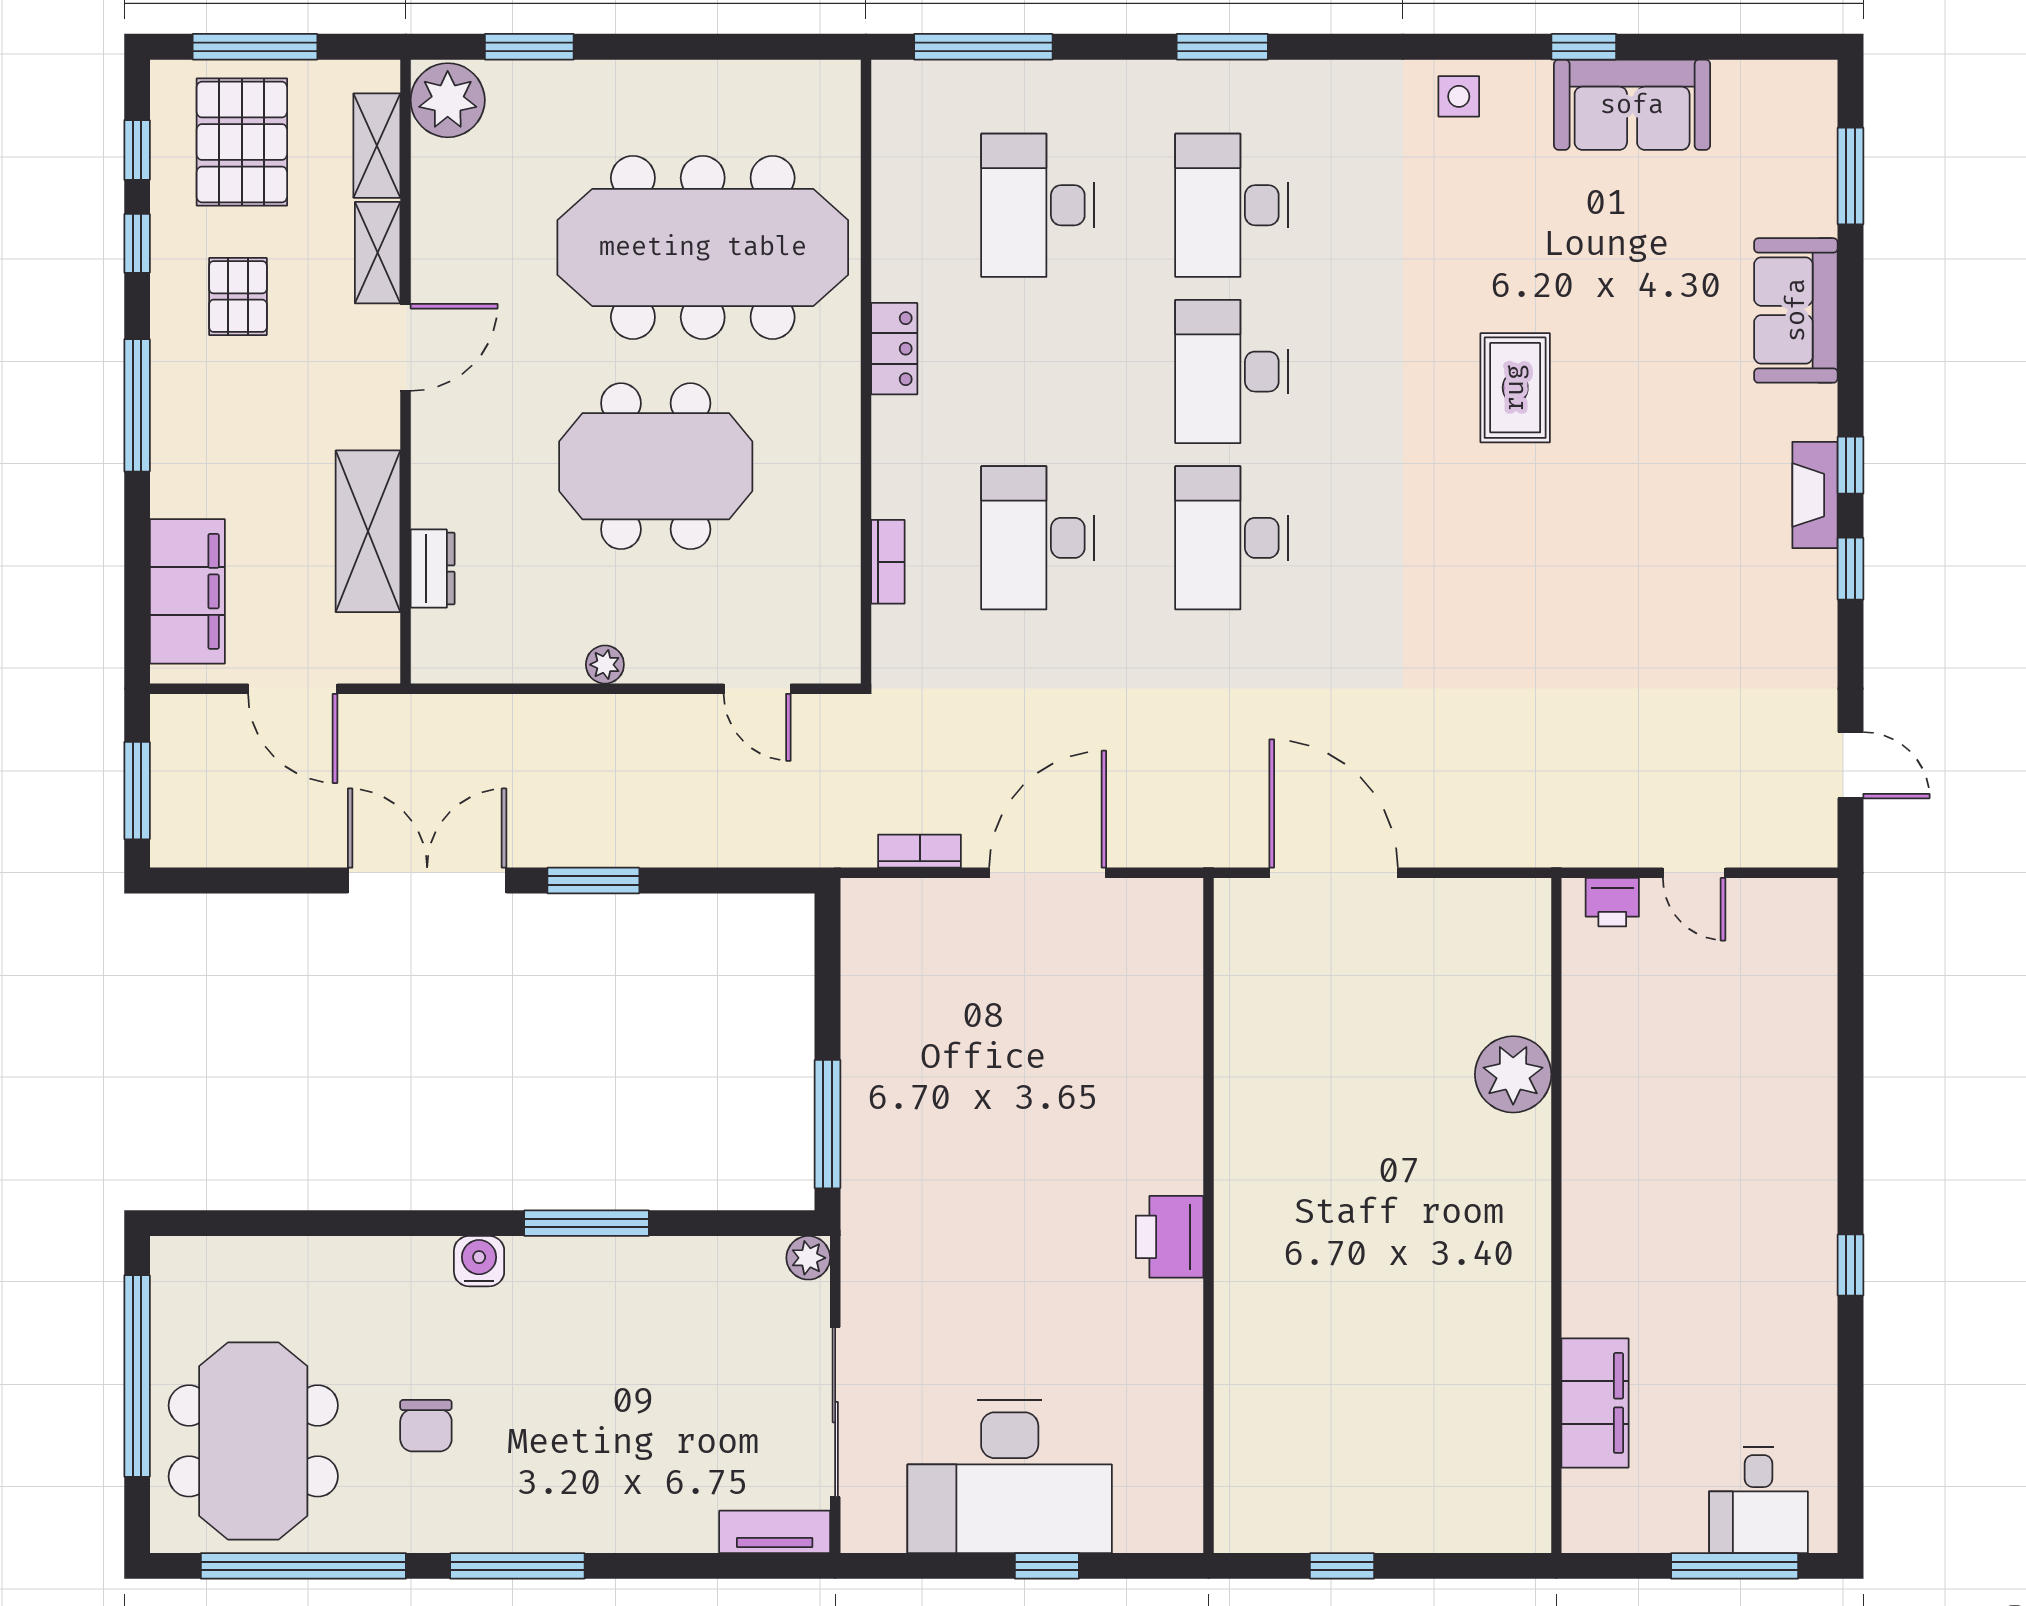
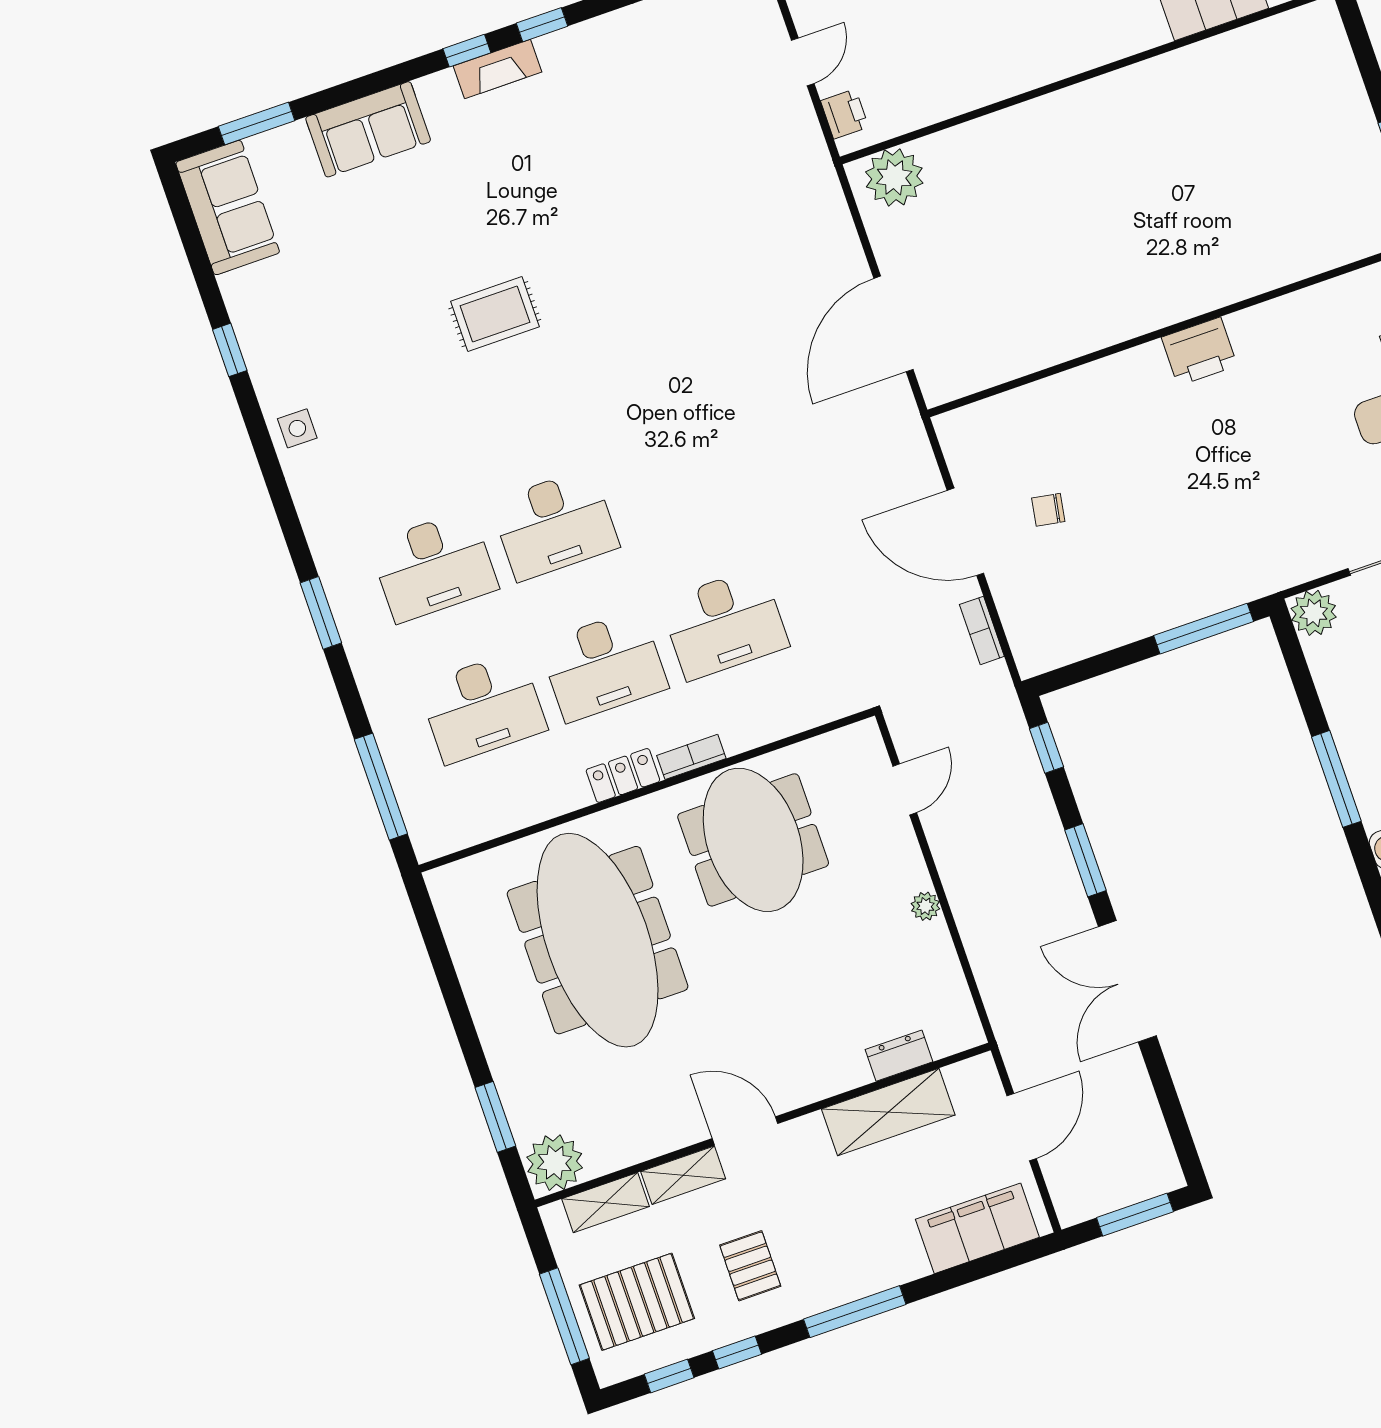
sofa: (1632, 105) -> (228, 208), moved
pallet: (238, 297) -> (750, 1266), turned 90
meeting table: (656, 466) -> (753, 840), moved
desk: (1231, 538) -> (604, 665), moved
bookcase: (888, 562) -> (691, 757), moved
window: (748, 880) -> (1046, 748), added
chair: (1040, 984) -> (1048, 510), added
plant: (1513, 1074) -> (894, 177), moved
plant: (808, 1258) -> (1314, 613), width x1.38, depth x1.38

